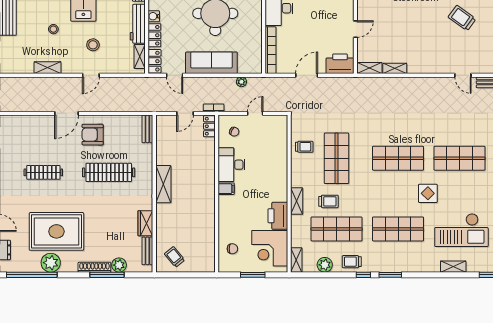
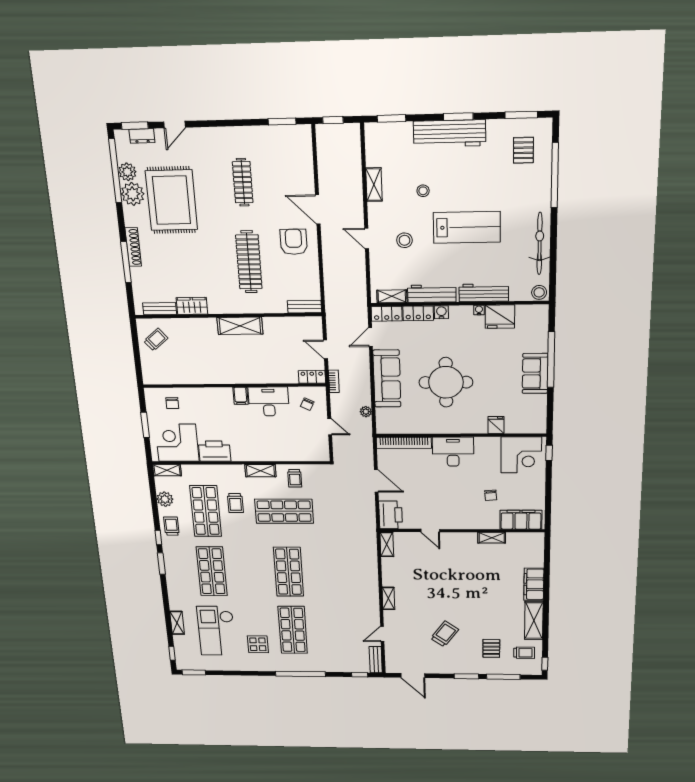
shelving: (395, 68) -> (388, 598), moved
display table: (428, 193) -> (258, 644), moved
shelving: (297, 201) -> (260, 471), moved
plant: (119, 265) -> (127, 172), moved

